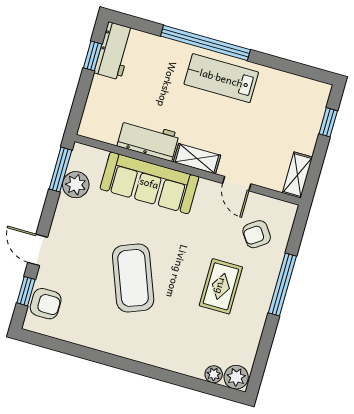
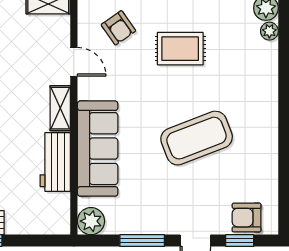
window: (60, 170) -> (142, 241), moved
door: (237, 184) -> (74, 62), hinge flipped
plant: (76, 185) -> (91, 221), moved
armchair: (46, 304) -> (247, 218), turned -90

